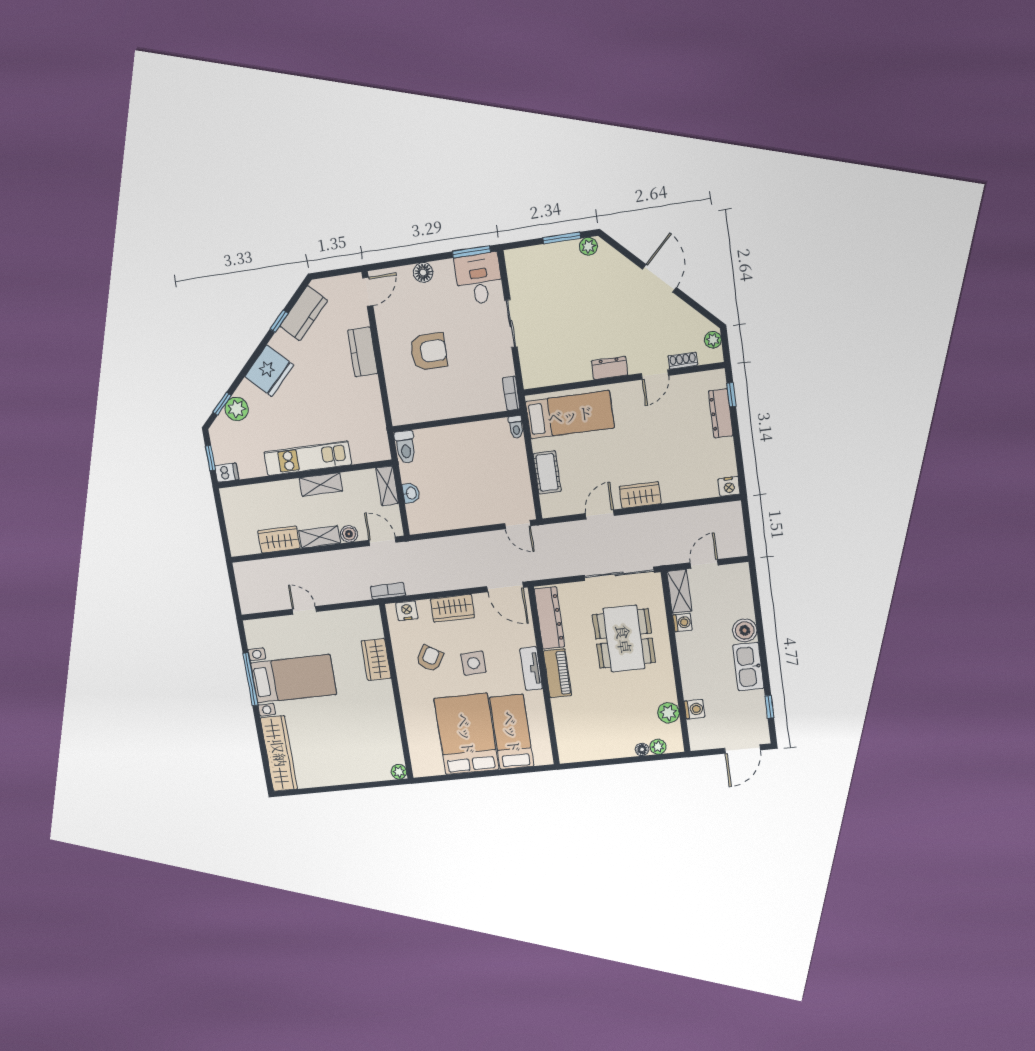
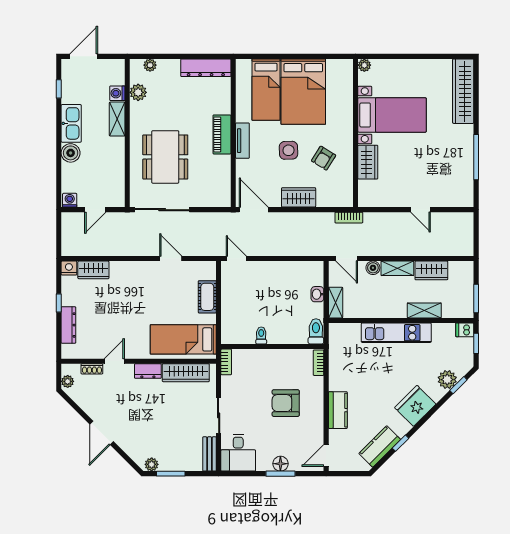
window: (471, 252) -> (280, 474), moved
bench: (515, 272) -> (209, 454), added
wardrobe: (561, 373) -> (186, 373), added
window: (731, 395) -> (59, 303), moved
bookcase: (396, 408) -> (319, 363), added
toilet: (516, 427) -> (261, 335), moved
shelving: (321, 484) -> (424, 310), moved
wardrobe: (640, 495) -> (93, 270), moved
window: (220, 512) -> (476, 299), added
door: (600, 515) -> (171, 259), swing flipped
shelving: (679, 591) -> (117, 119), moved
nightstand: (407, 611) -> (336, 200), removed
dresser: (550, 618) -> (206, 68), moved, turned -90
washing machine: (682, 622) -> (70, 200), moved, turned 90
bed with nightstands: (293, 679) -> (392, 115), moved, turned 180
floor lamp: (642, 749) -> (163, 64), removed

